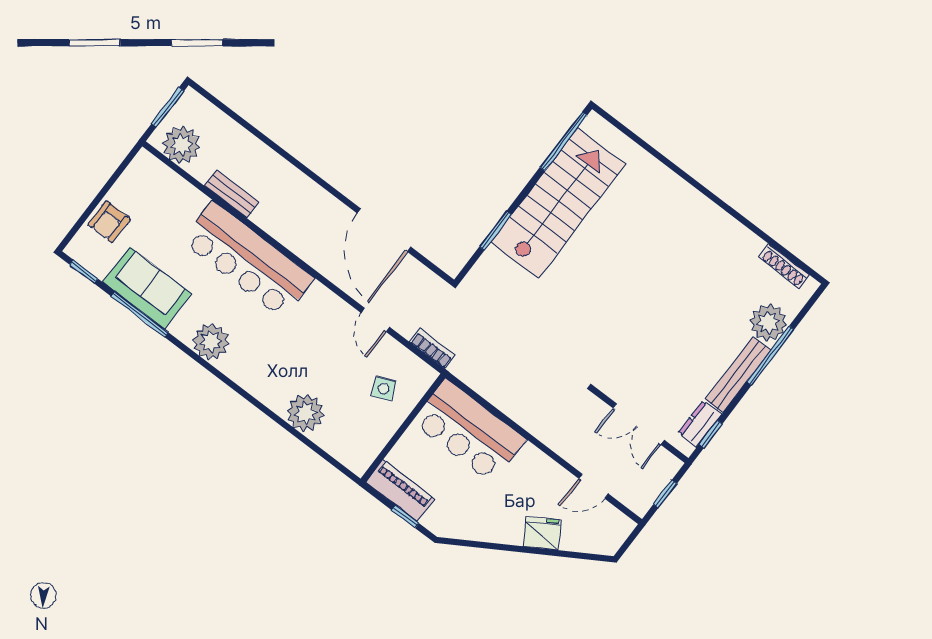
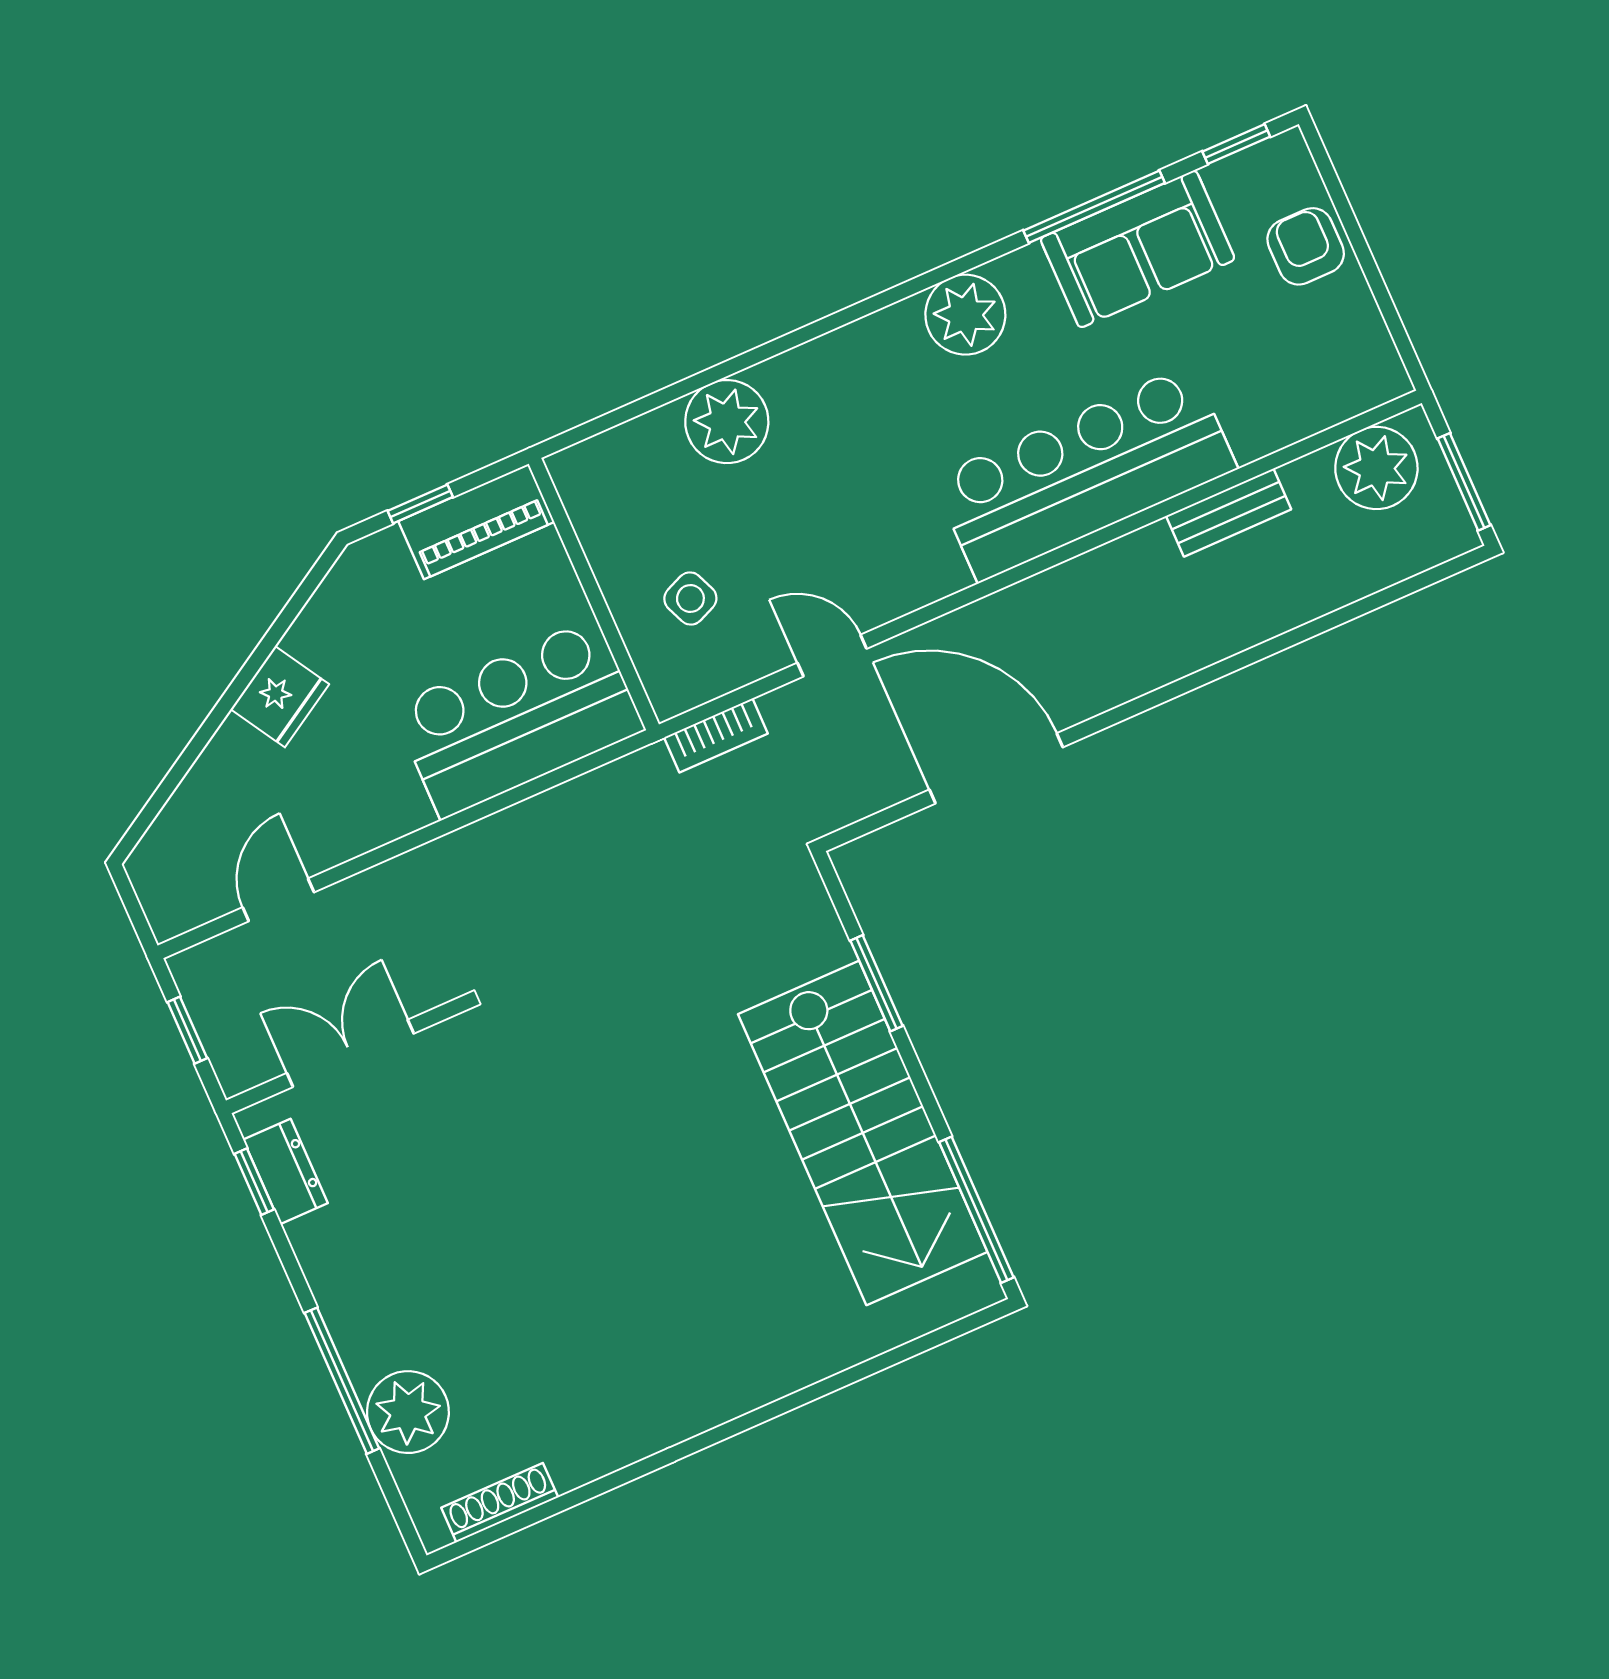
bench: (738, 375) -> (339, 1298), removed
fridge: (542, 533) -> (280, 697), moved

